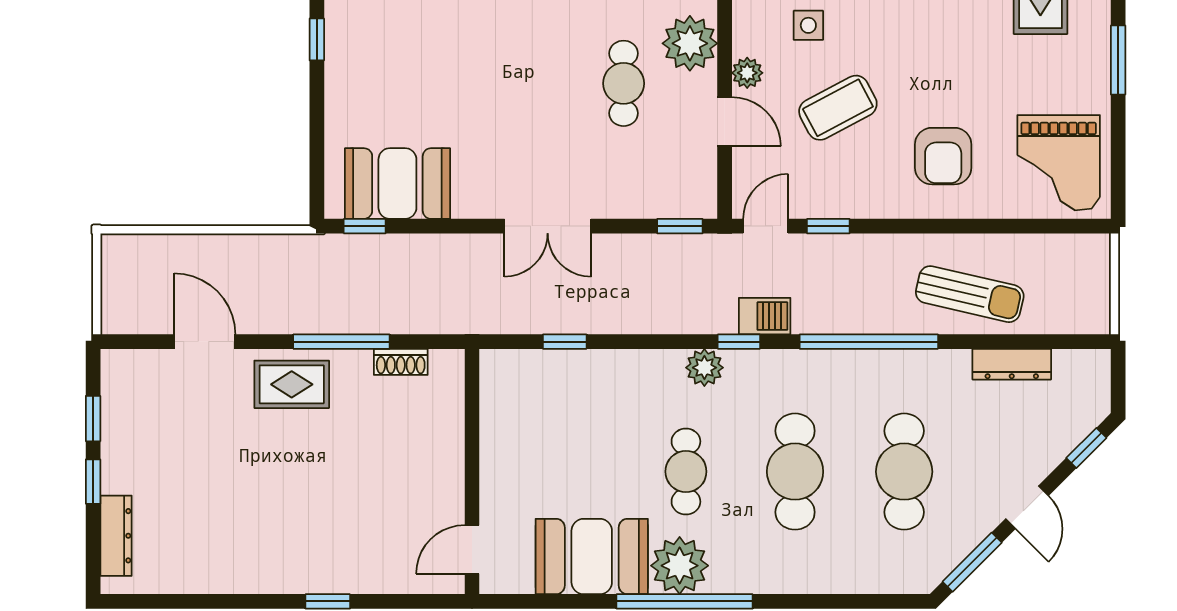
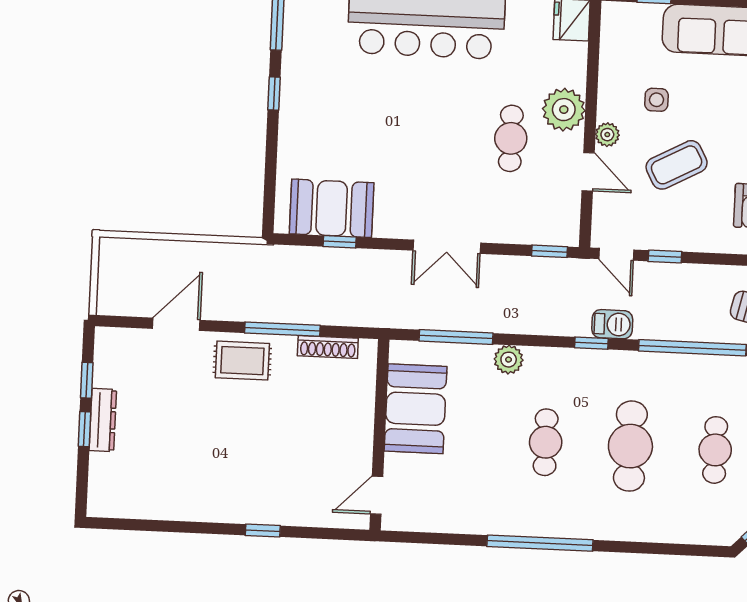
window: (365, 226) -> (340, 242), moved
door: (766, 226) -> (616, 254), swing flipped
door: (205, 342) -> (176, 324), hinge flipped
window: (565, 342) -> (456, 337), width x2.17
shoe rack: (401, 362) -> (328, 347), width x1.43
plant: (704, 368) -> (509, 360), moved
cafe table: (904, 472) -> (715, 450), width x0.73, depth x0.74
dresser: (116, 536) -> (103, 420), moved
booth: (592, 557) -> (416, 409), moved, turned 90
plant: (680, 566) -> (537, 515), removed

